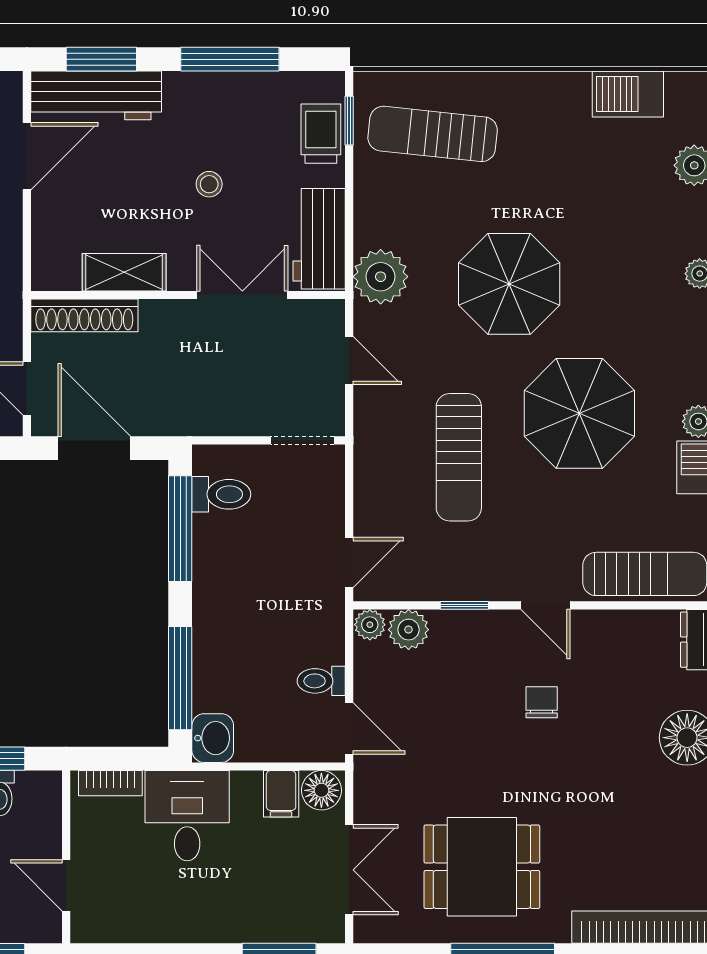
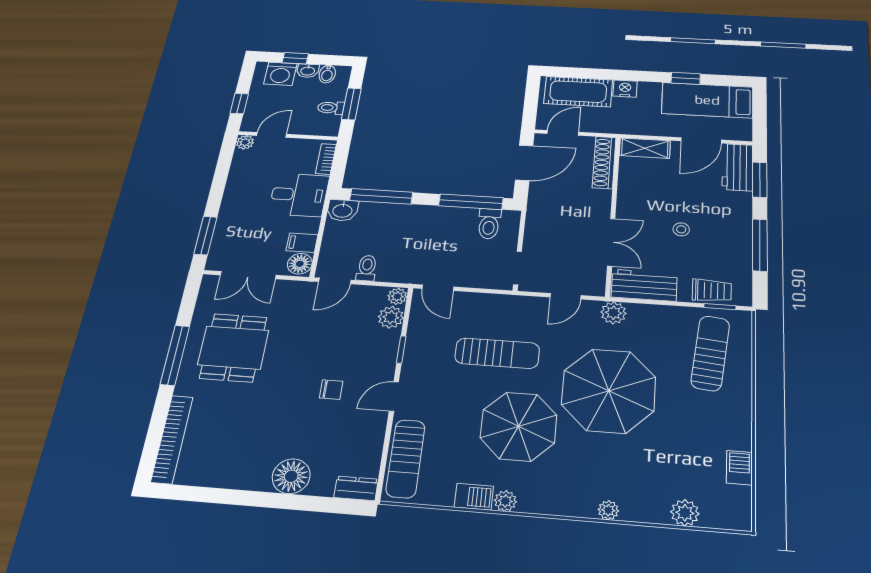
barbecue: (628, 94) -> (739, 468), width x0.73, depth x0.79
workbench: (96, 95) -> (737, 167), width x0.73
door: (27, 156) -> (701, 140), hinge flipped
shelving: (124, 272) -> (645, 148), moved, turned 90
plant: (381, 277) -> (613, 313), width x0.73, depth x0.73
parasol: (509, 284) -> (609, 391), width x1.36, depth x1.36
sun lounger: (459, 457) -> (497, 353), turned 180
plant: (85, 928) -> (245, 142), added

